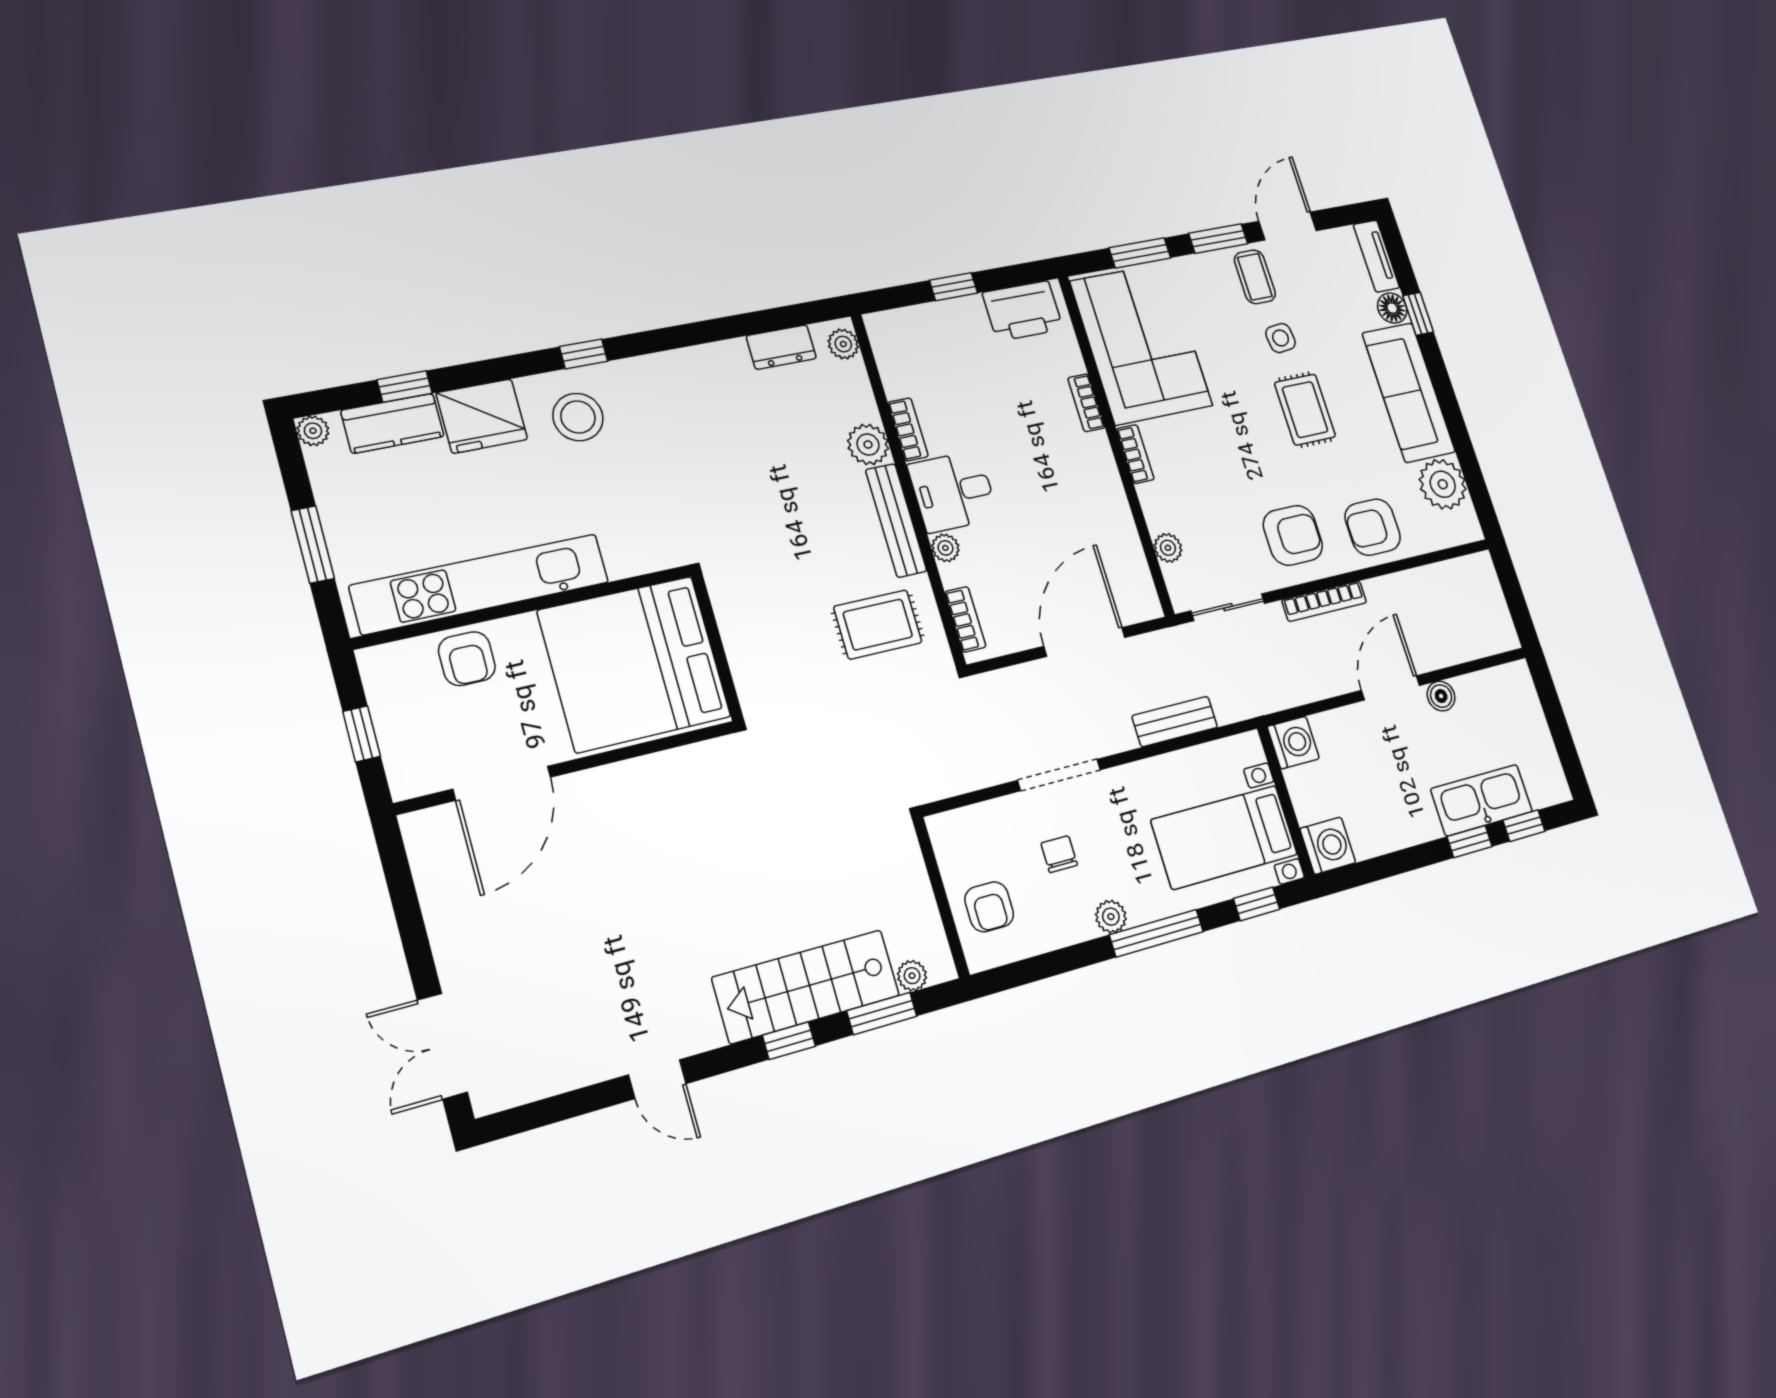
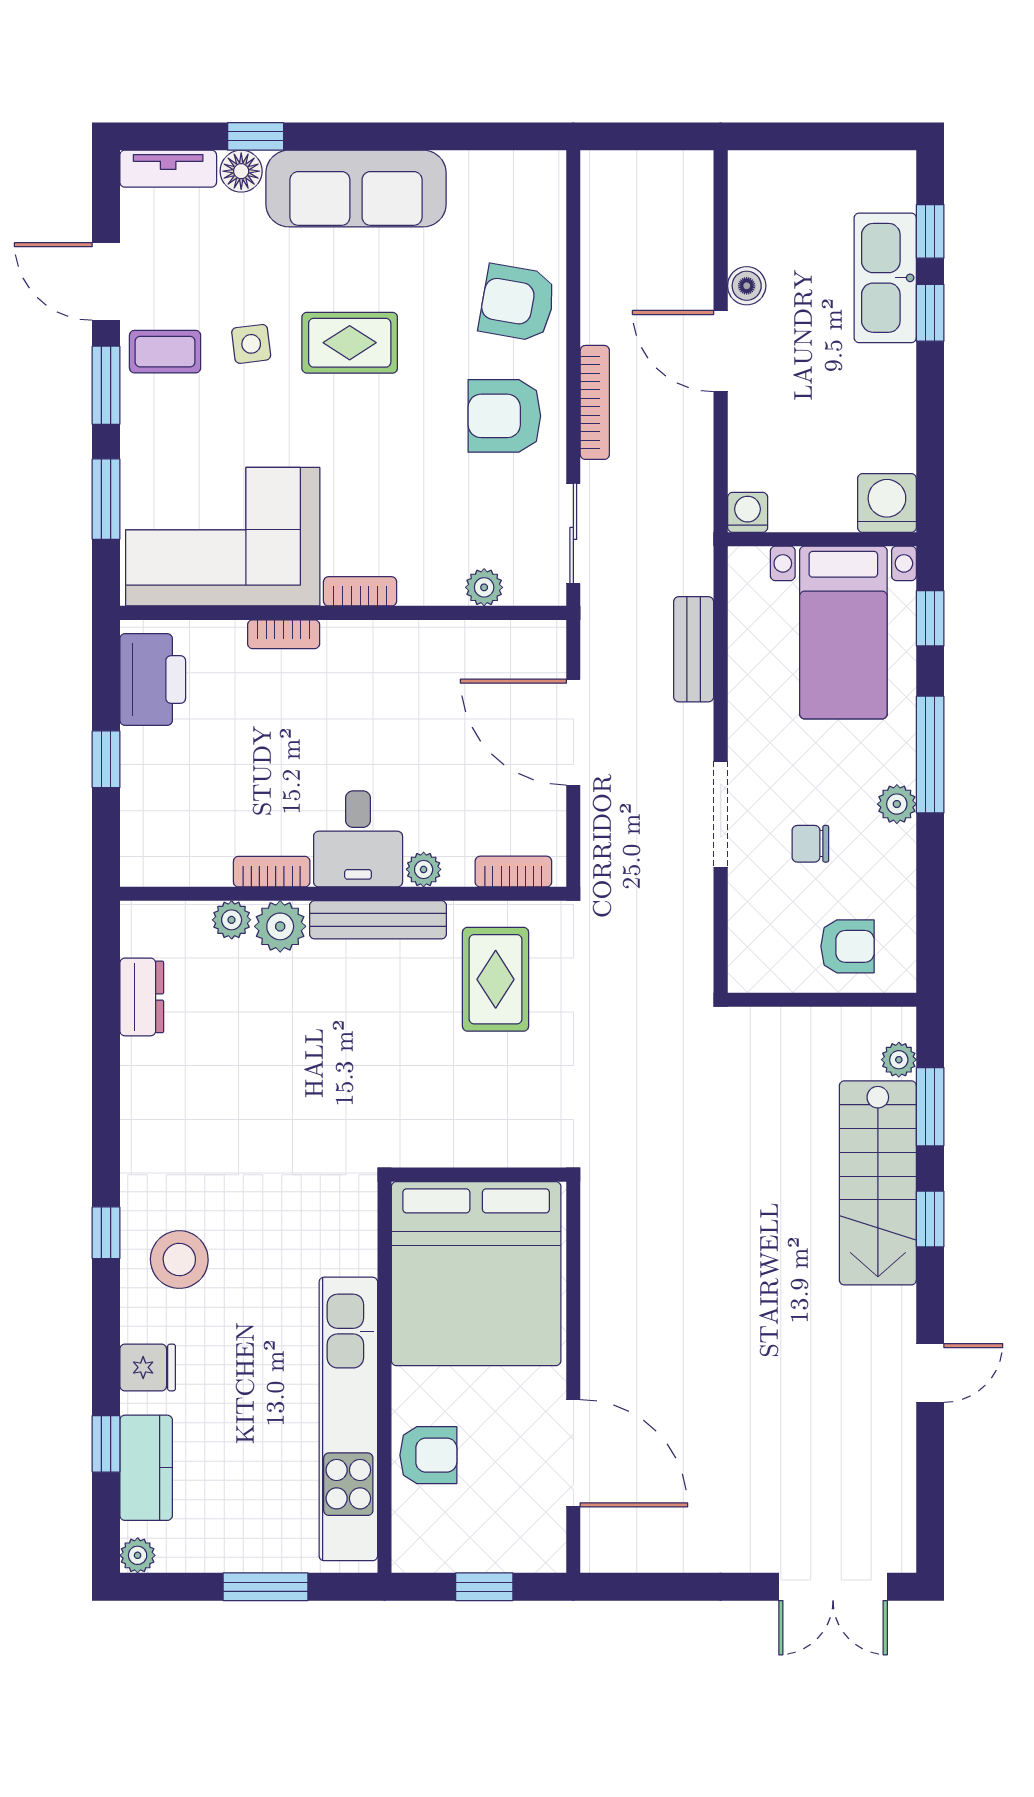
plant: (843, 344) -> (232, 920), moved
fridge: (482, 416) -> (148, 1367), width x0.53, depth x0.75
plant: (1443, 484) -> (484, 184), removed
armchair: (1373, 527) -> (517, 303), turned 100
armchair: (1293, 535) -> (504, 416), turned -90
washing machine: (1293, 743) -> (748, 512), width x0.73, depth x0.73

